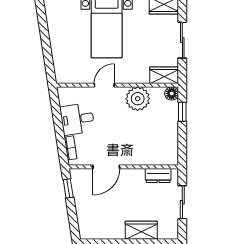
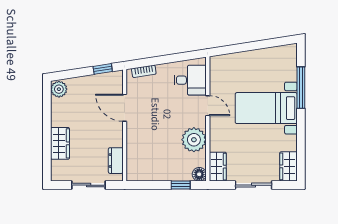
desk: (77, 119) -> (190, 80), moved, turned 99
plant: (88, 231) -> (59, 89), added

